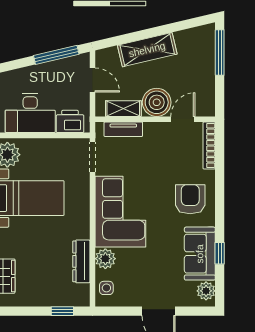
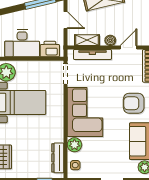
boiler: (157, 102) -> (110, 40), width x0.54, depth x0.54
tv unit: (123, 129) -> (92, 54), width x1.41
armchair: (190, 199) -> (134, 103), turned -90
dresser: (81, 261) -> (58, 158), moved

